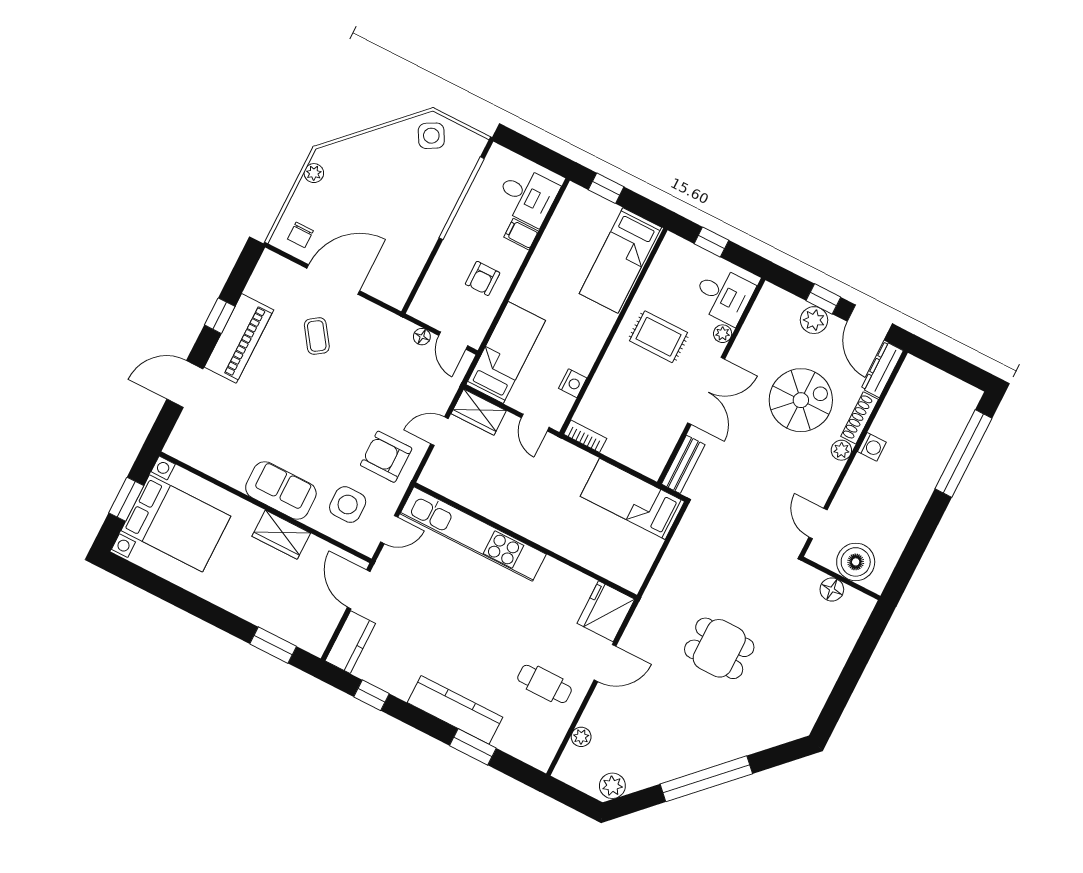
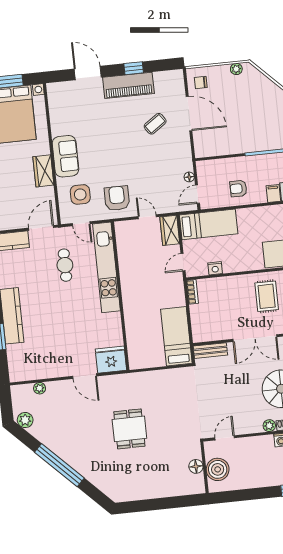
cafe table: (545, 684) -> (65, 265), moved

